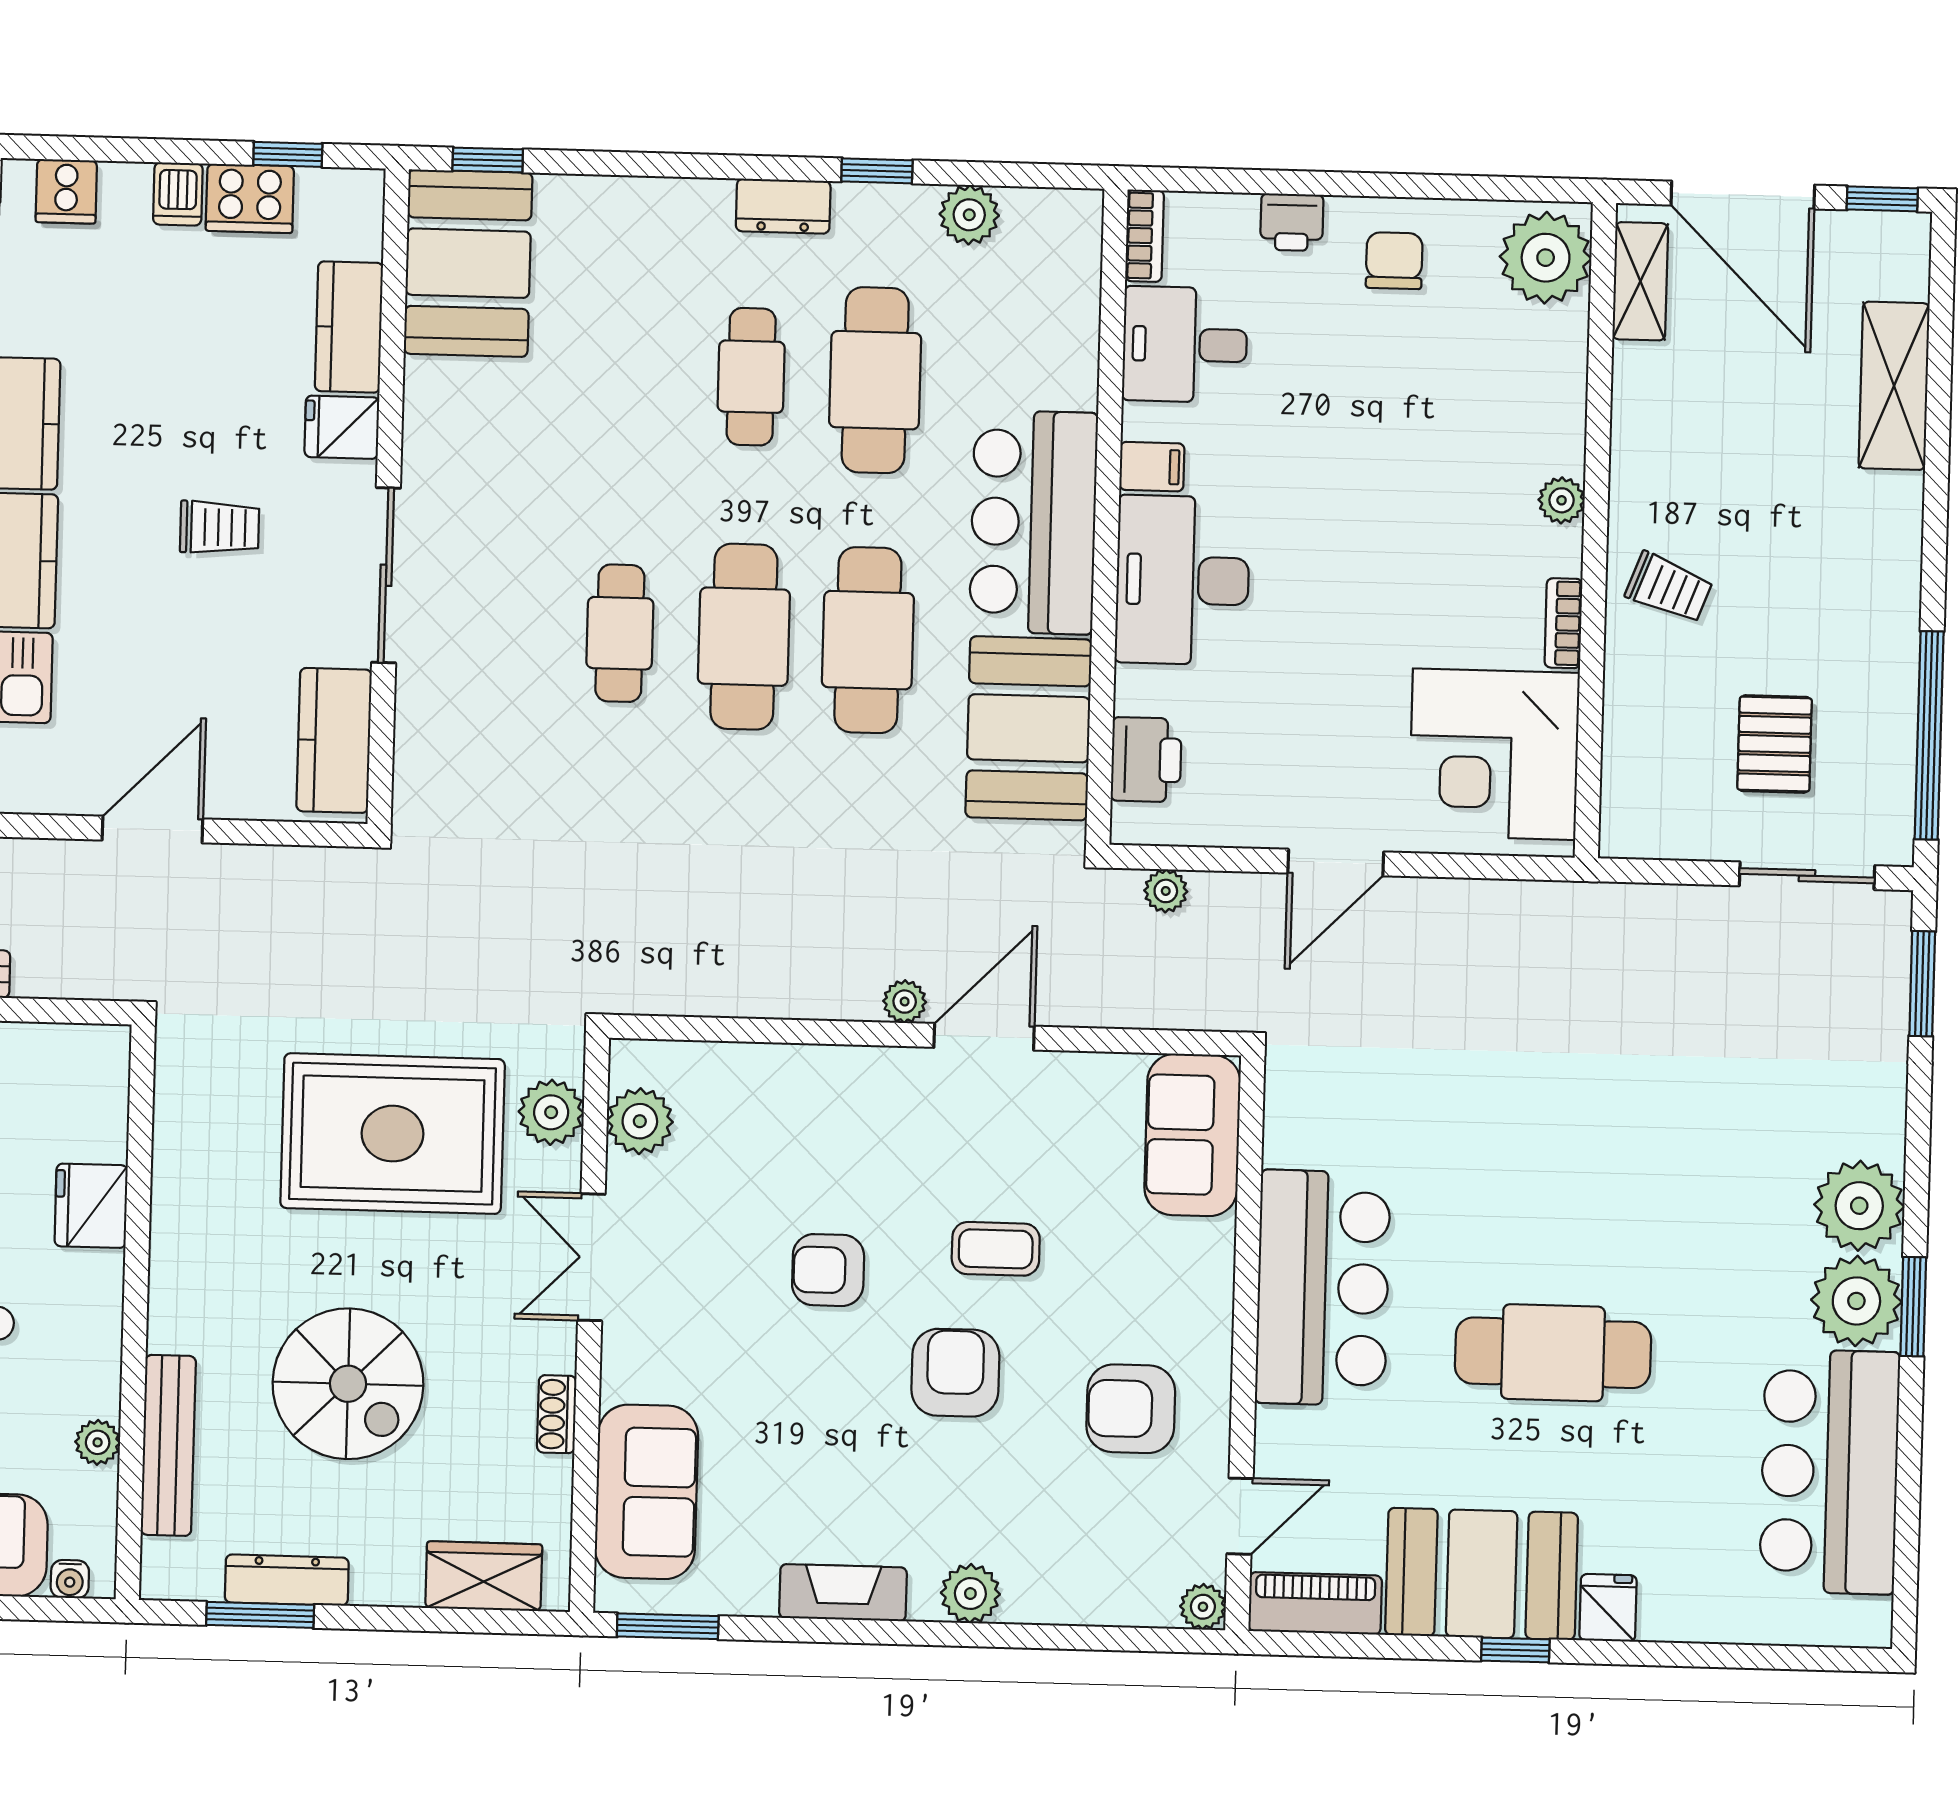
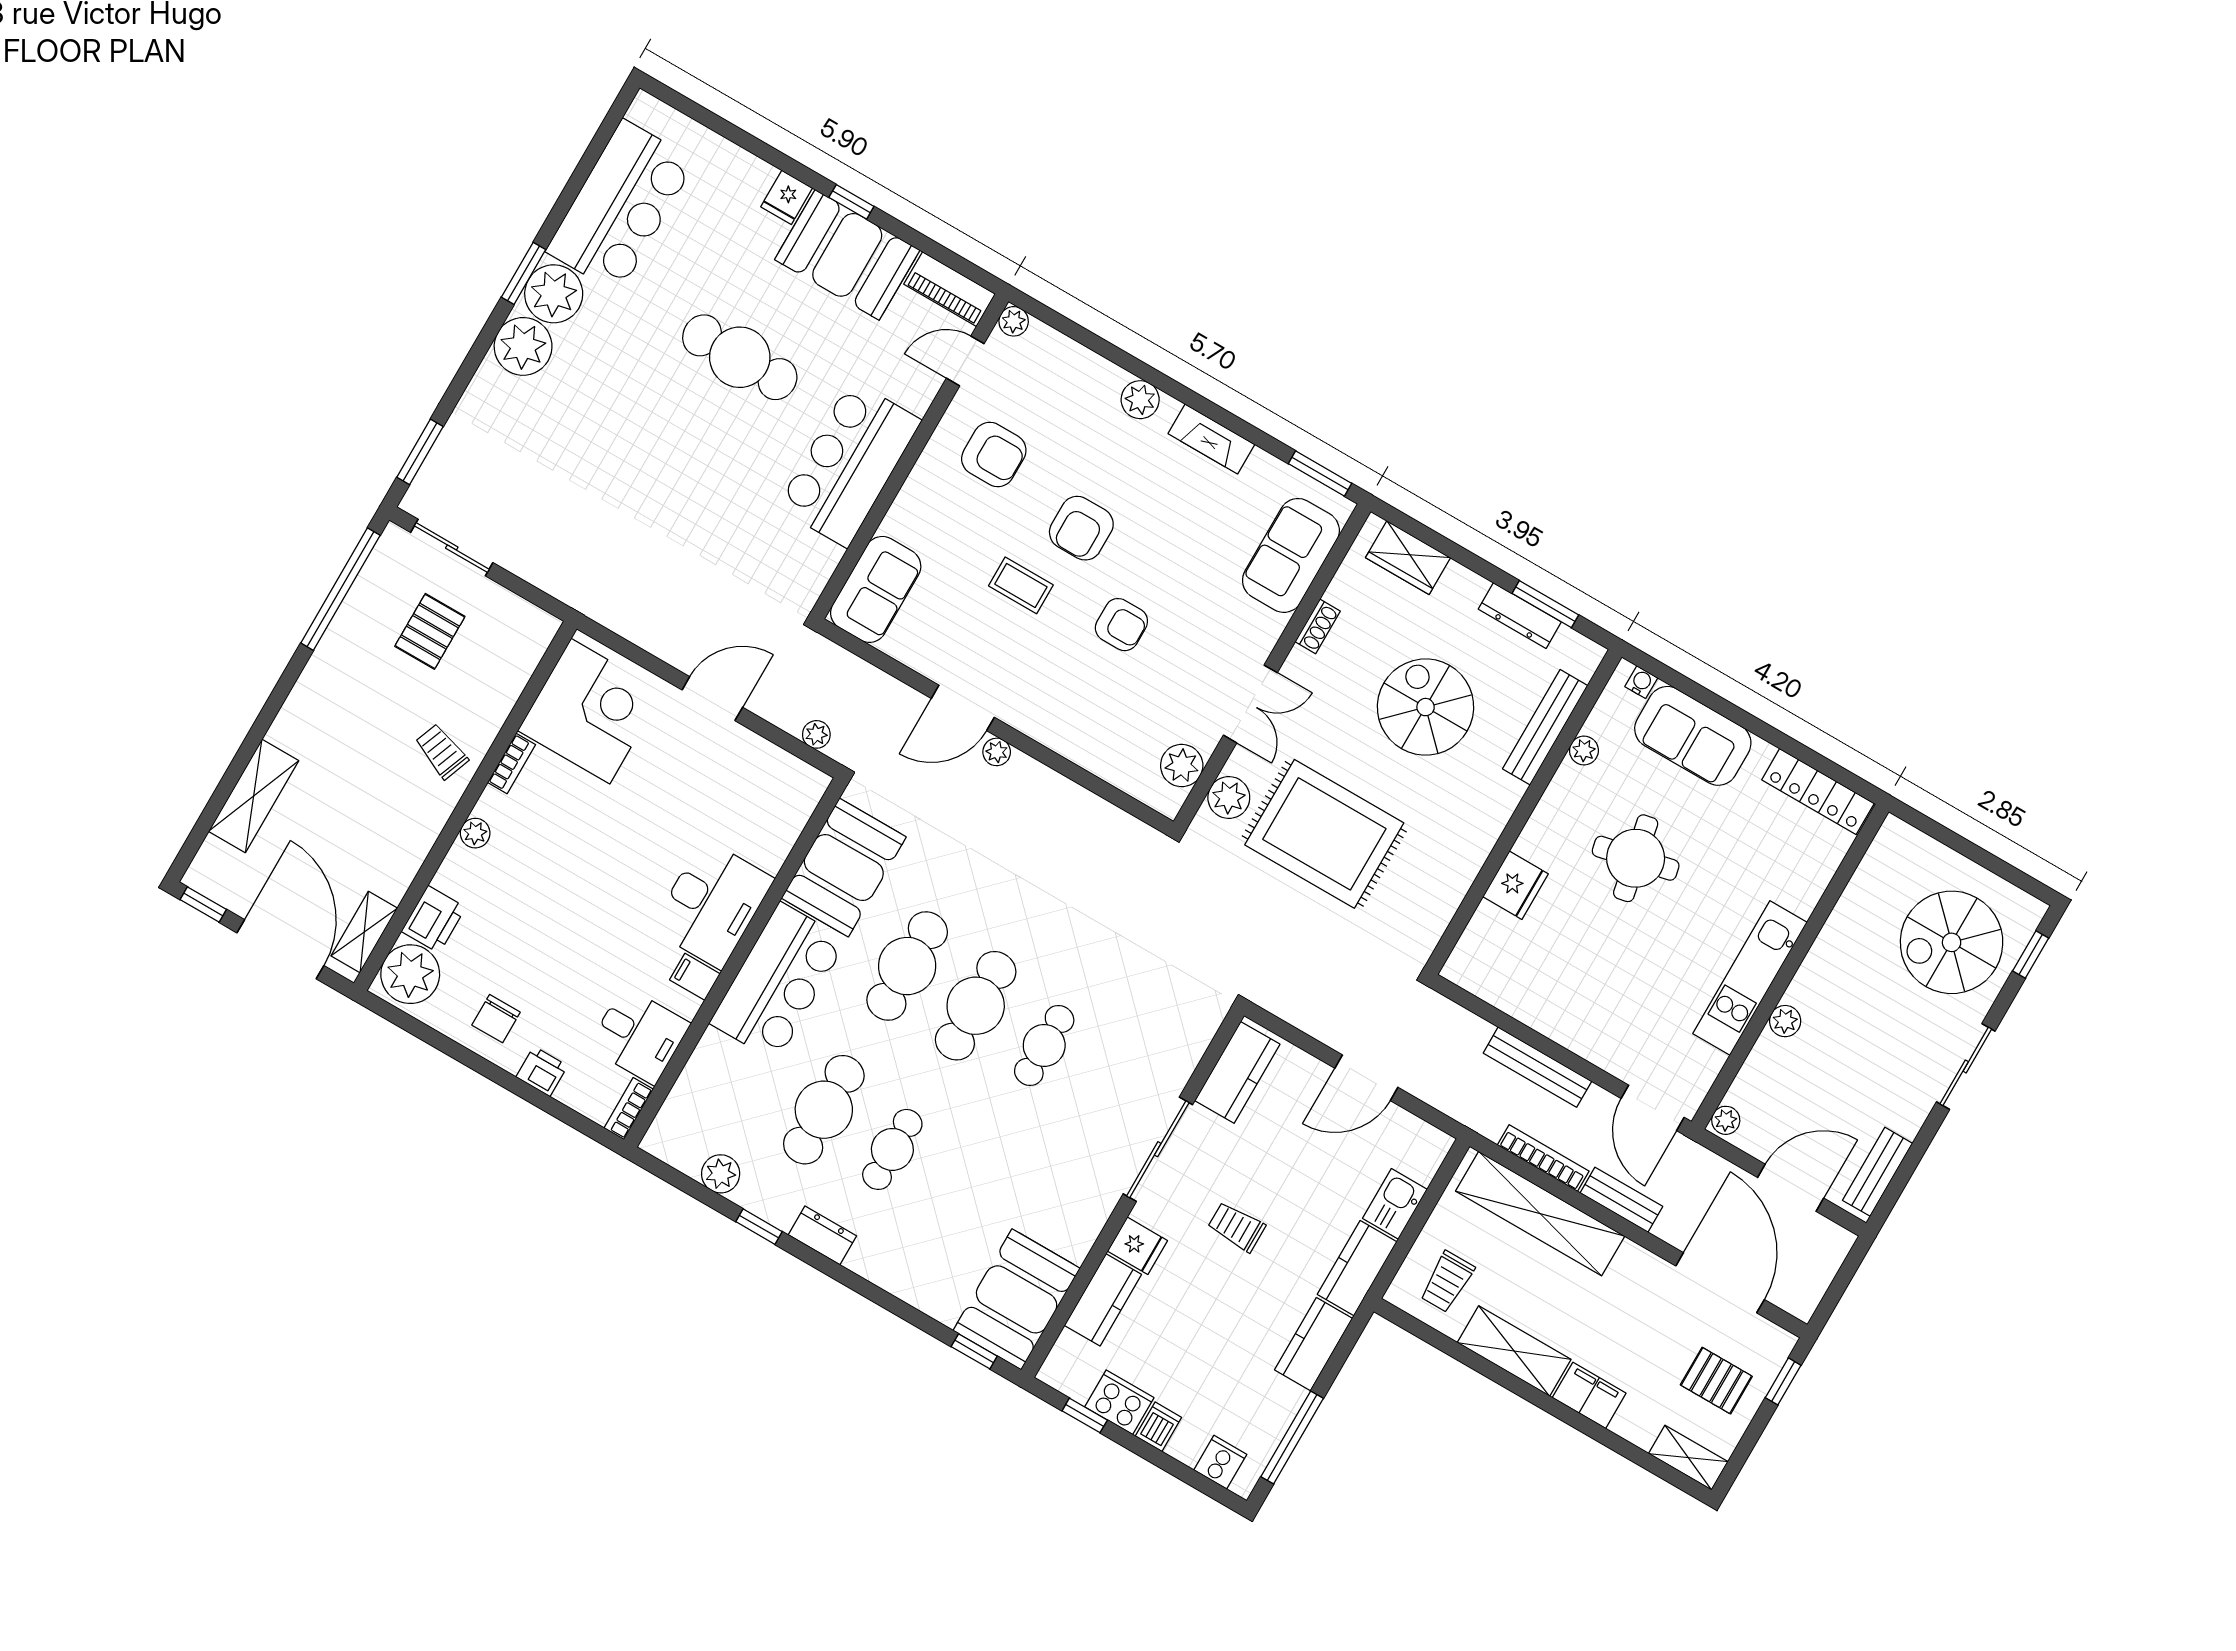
printer: (1146, 760) -> (434, 919), moved, turned 180

